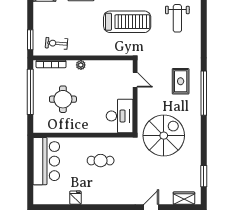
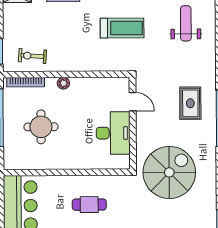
weight bench: (177, 18) -> (186, 23), turned 180
treadmill: (127, 22) -> (122, 28), width x0.73, depth x0.73
desk: (120, 116) -> (113, 133), moved

